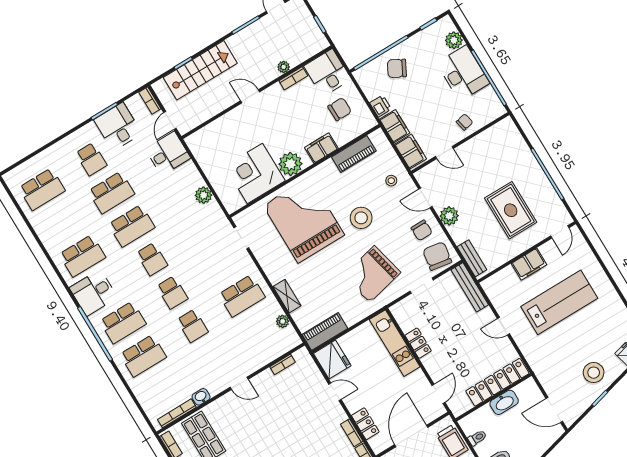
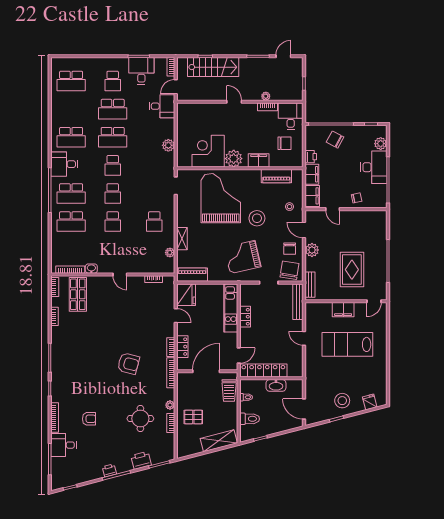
school desk: (242, 296) -> (154, 222), width x0.54
lab bench: (559, 302) -> (347, 344), turned 180
locker: (497, 382) -> (263, 370), moved

